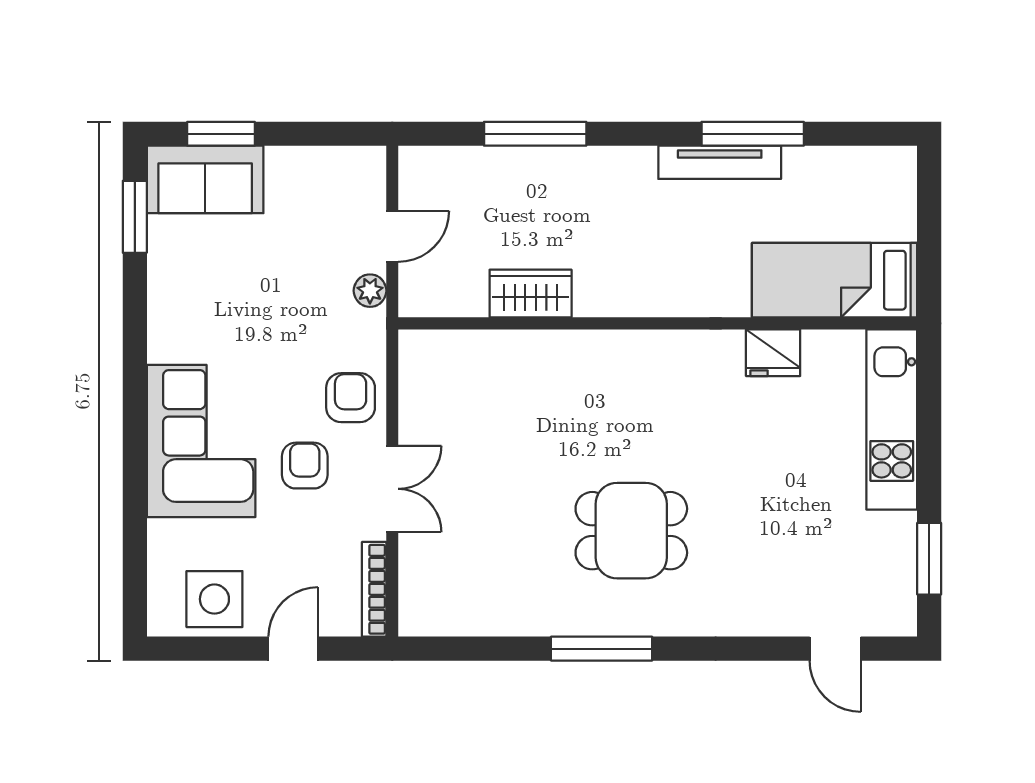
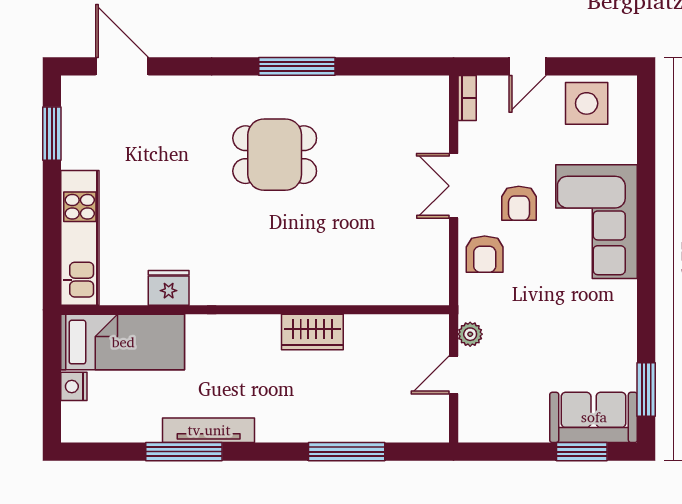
nightstand: (900, 221) -> (74, 386), added
wardrobe: (531, 294) -> (312, 332), moved
bookcase: (374, 589) -> (467, 98), width x0.64
door: (835, 649) -> (122, 66), width x1.38

